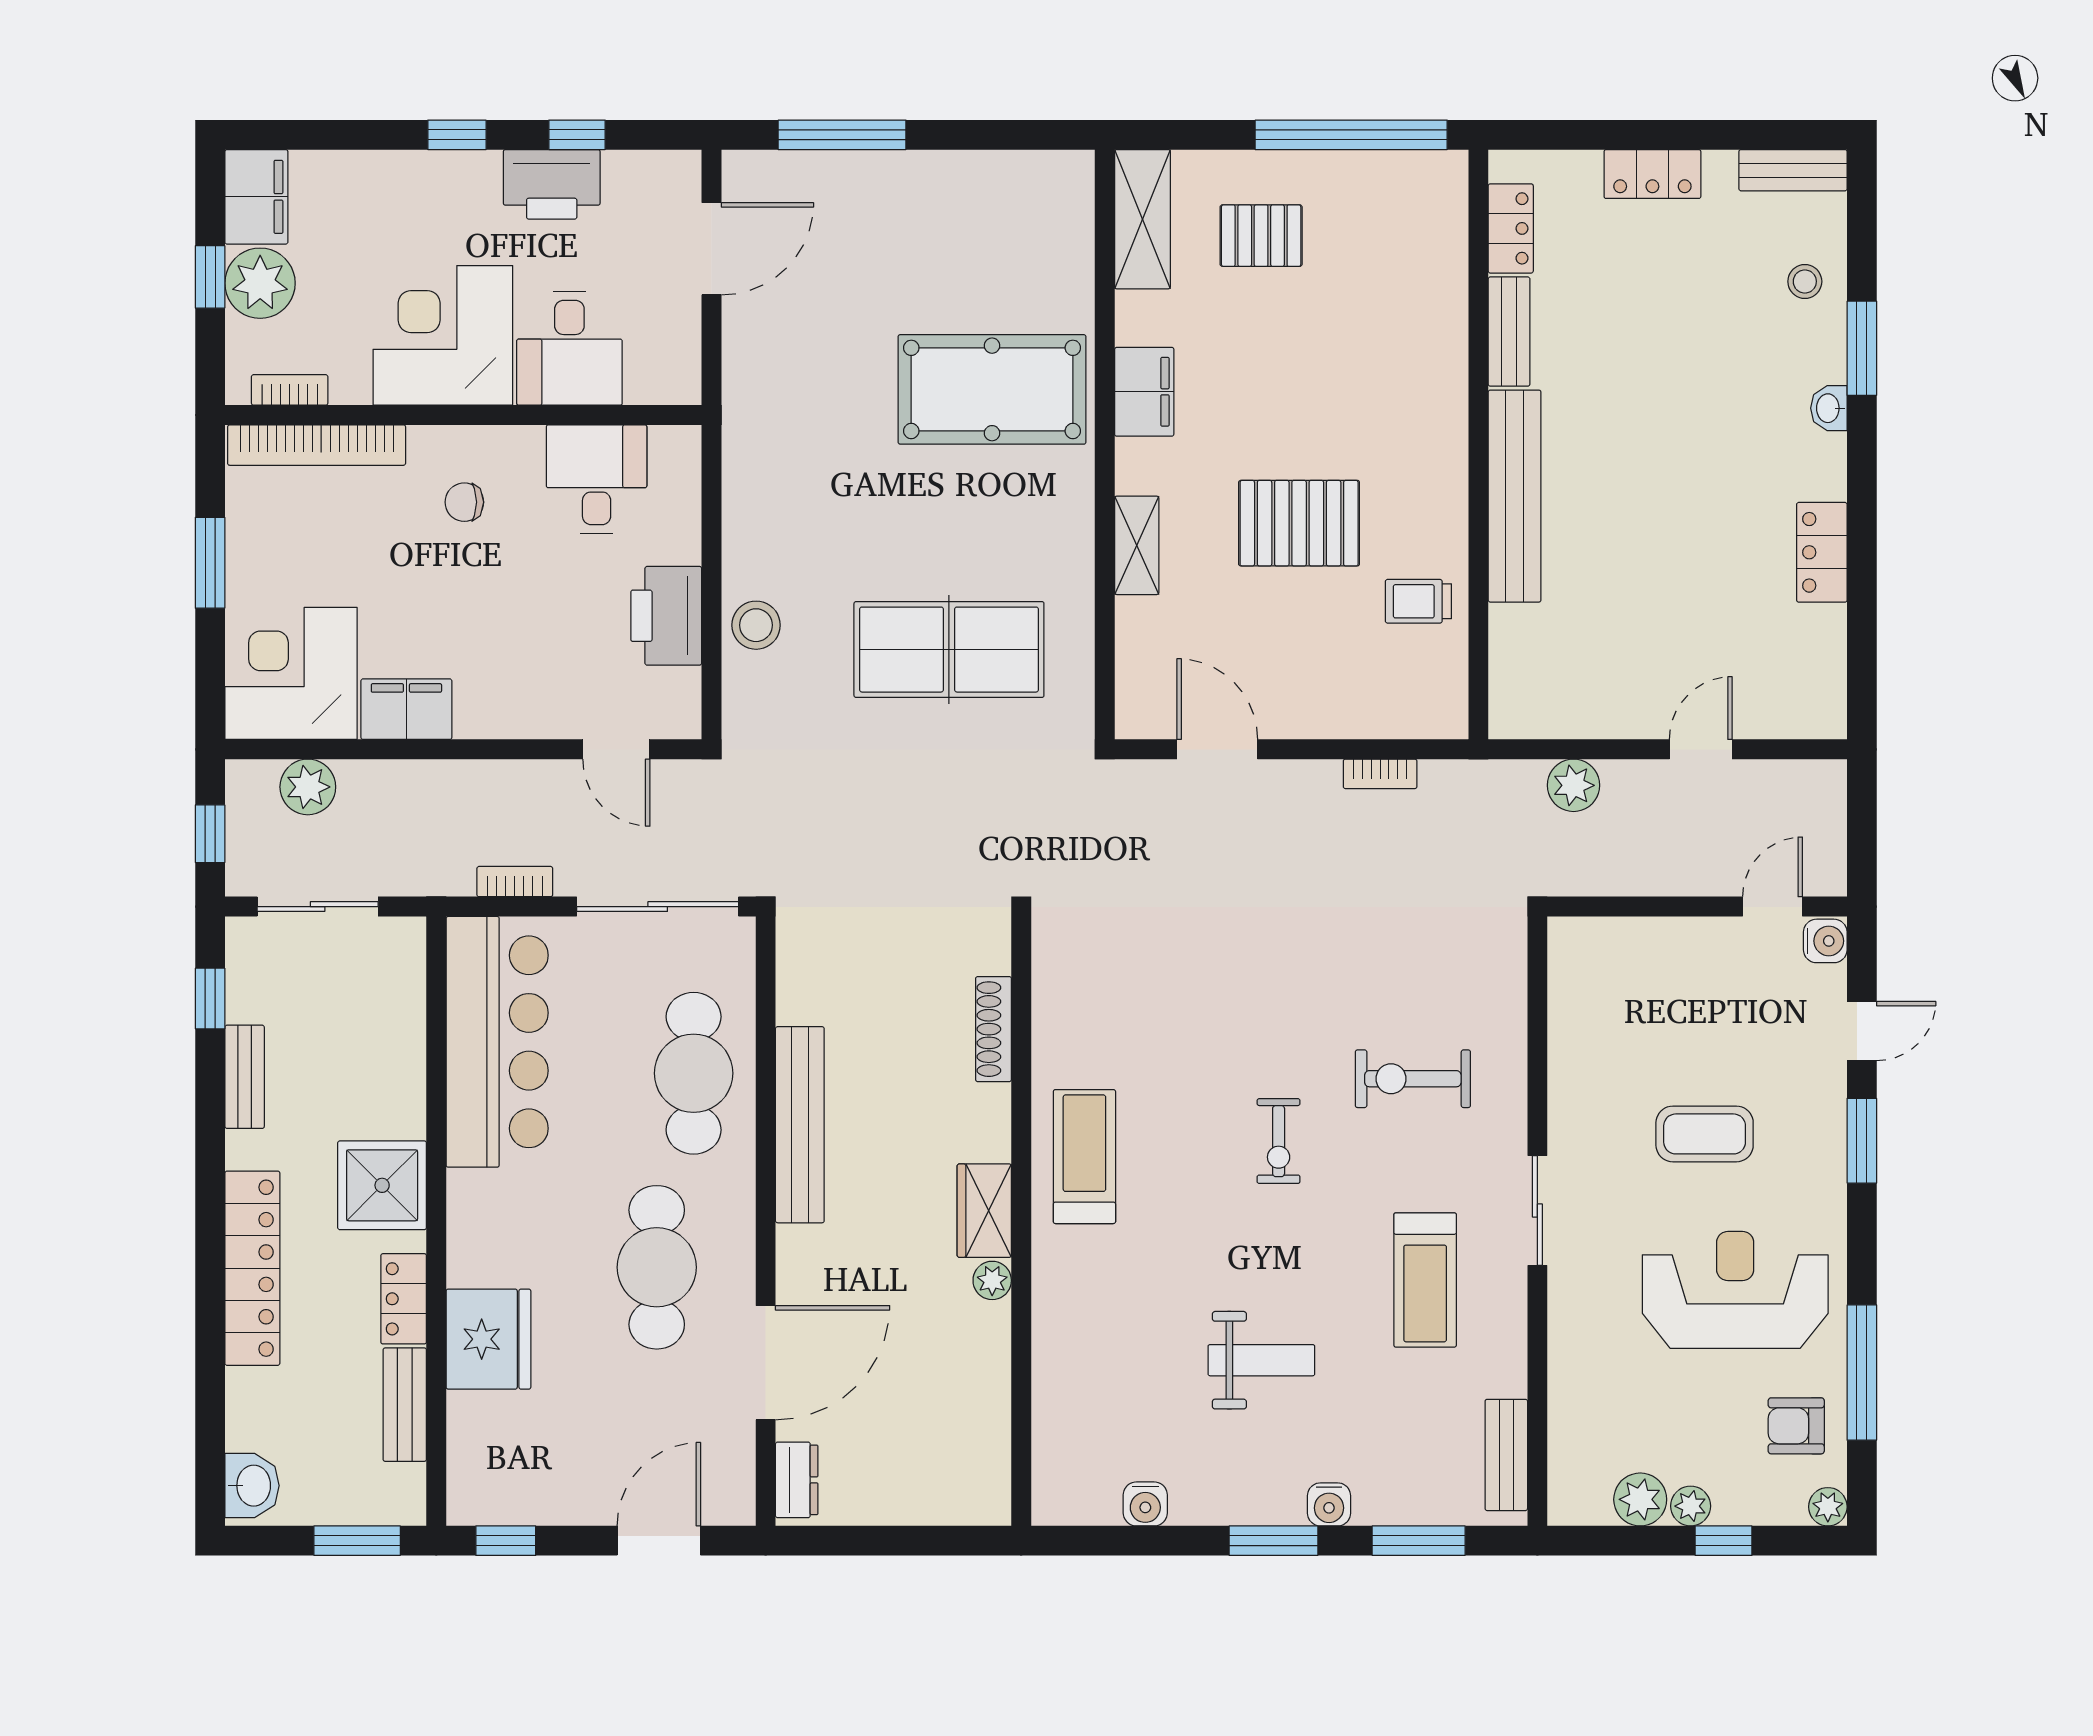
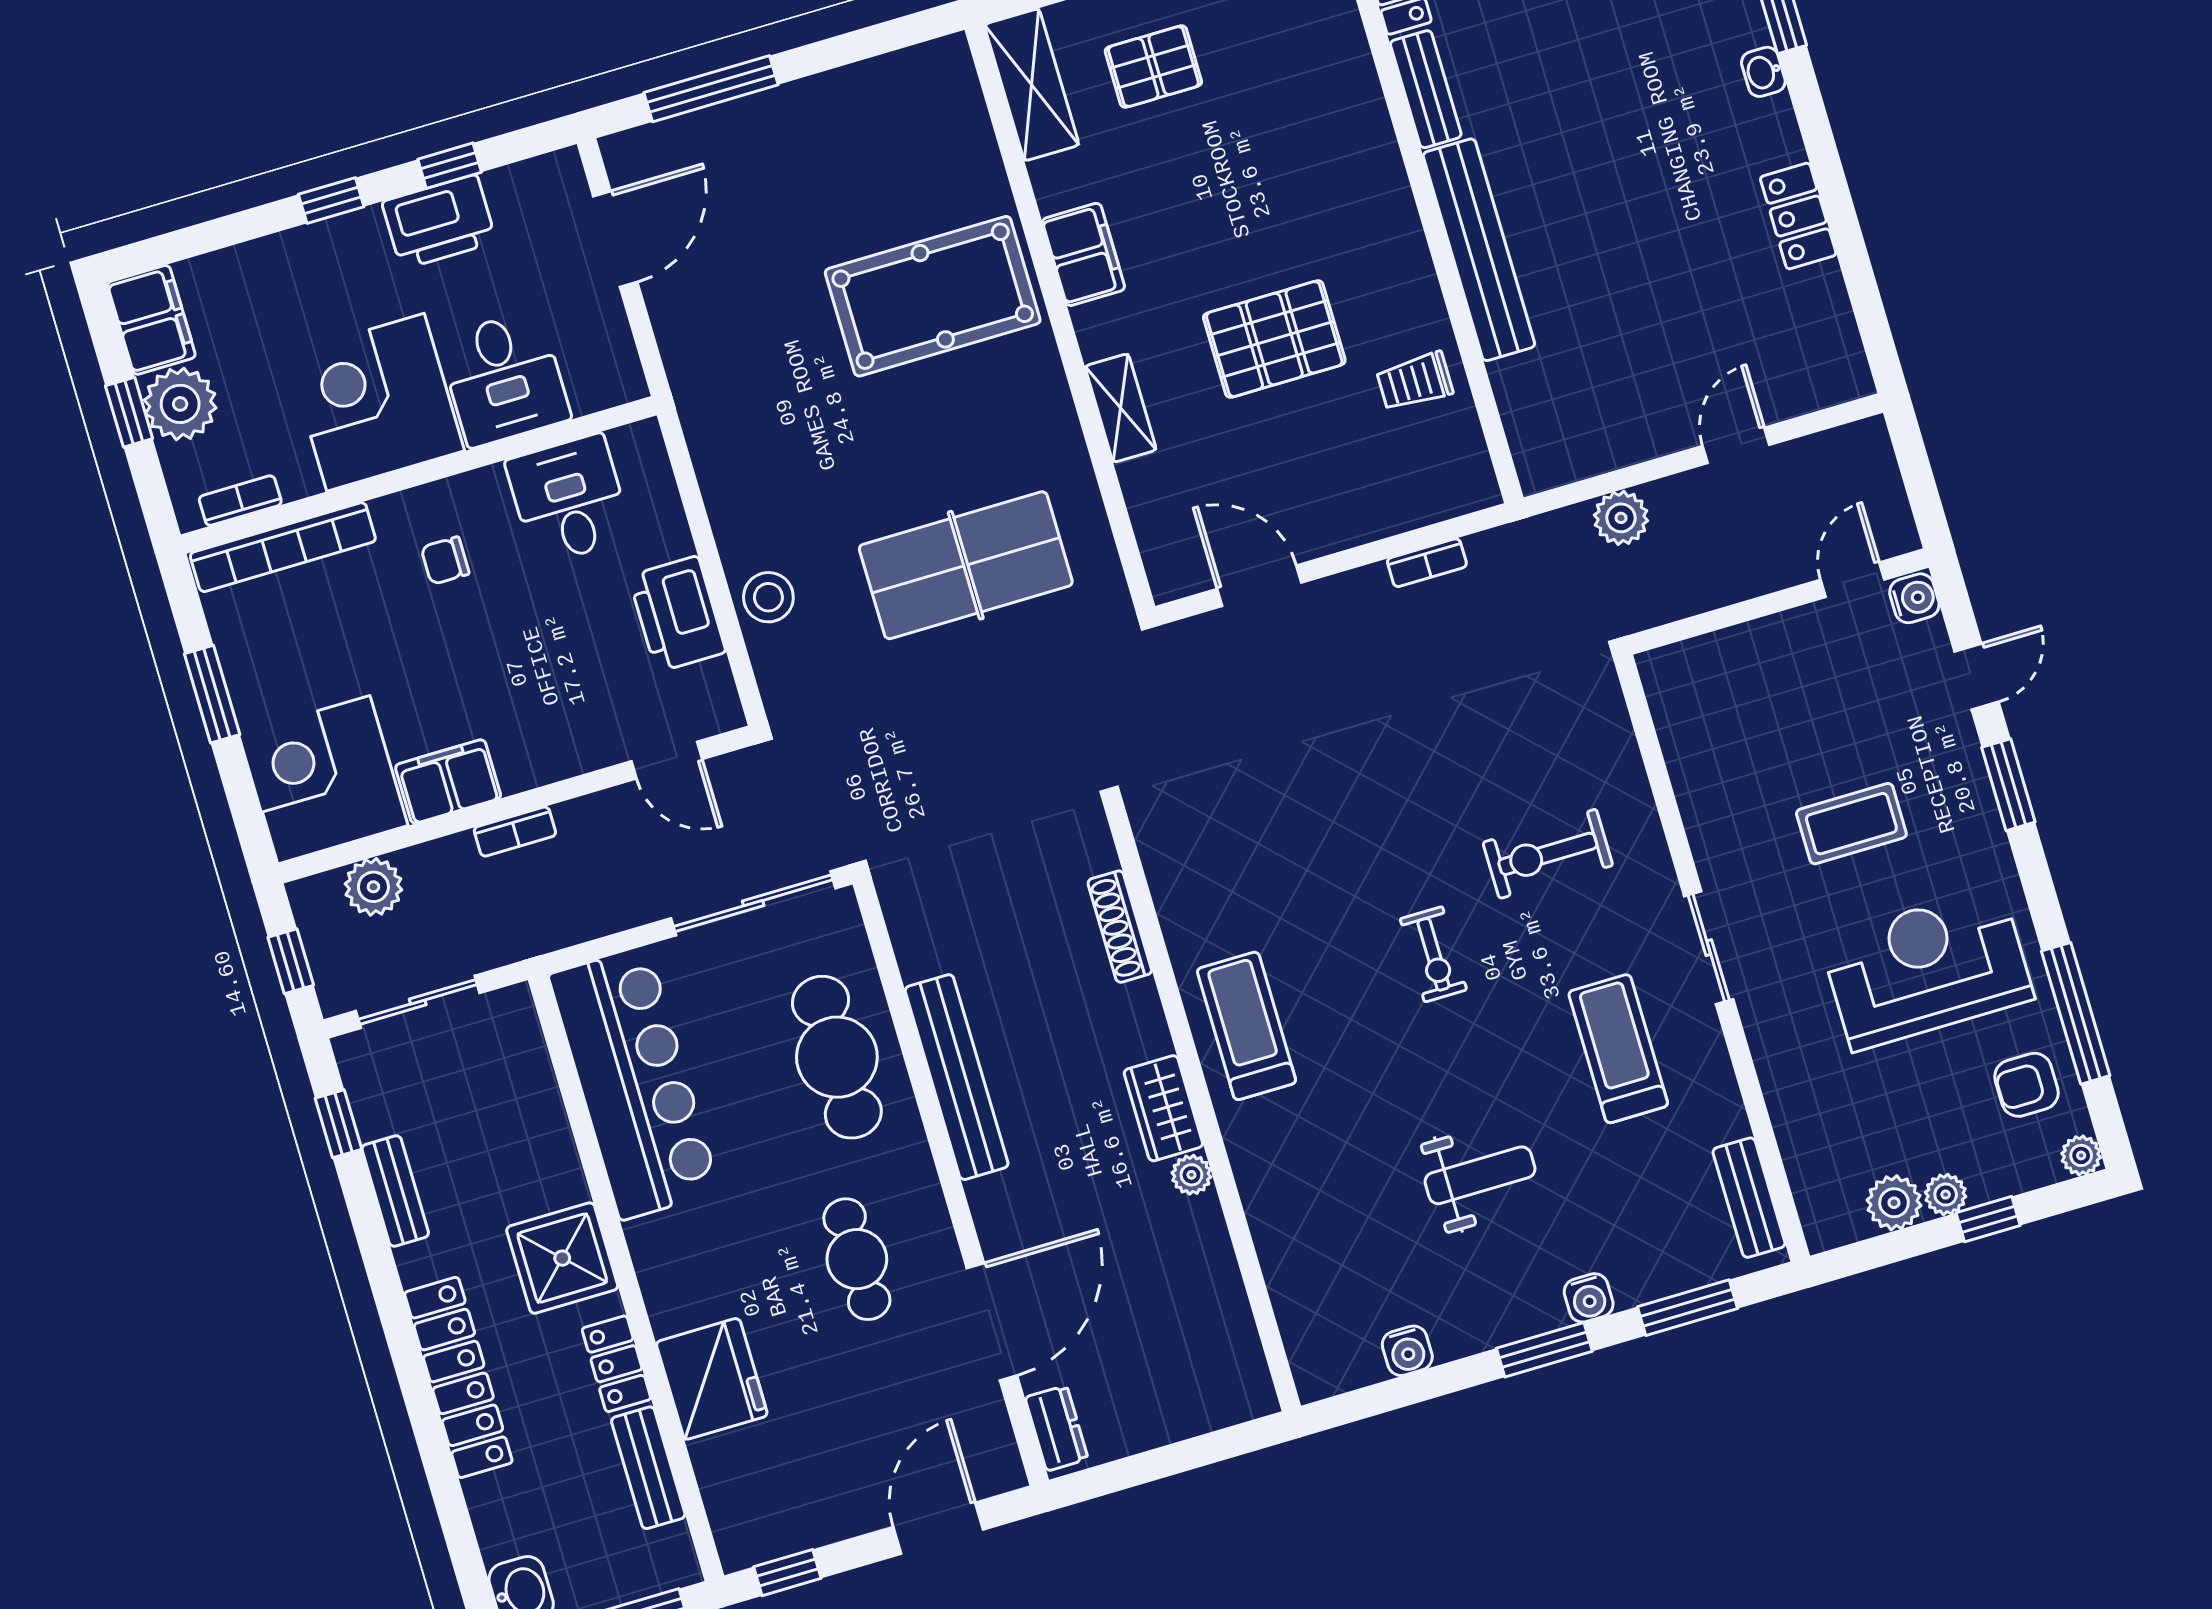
bookcase: (515, 882) -> (515, 832), moved, turned 180
cafe table: (657, 1267) -> (857, 1259), width x0.73, depth x0.74
treadmill: (1425, 1280) -> (1618, 1049), turned 180

